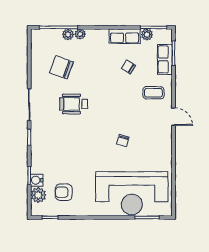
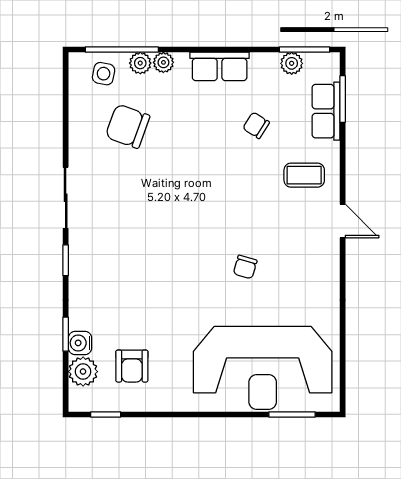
row of seats: (125, 36) -> (220, 66), moved
side table: (49, 40) -> (104, 74), added
wheelchair: (74, 104) -> (151, 197), removed
armchair: (64, 192) -> (132, 366), turned -90

